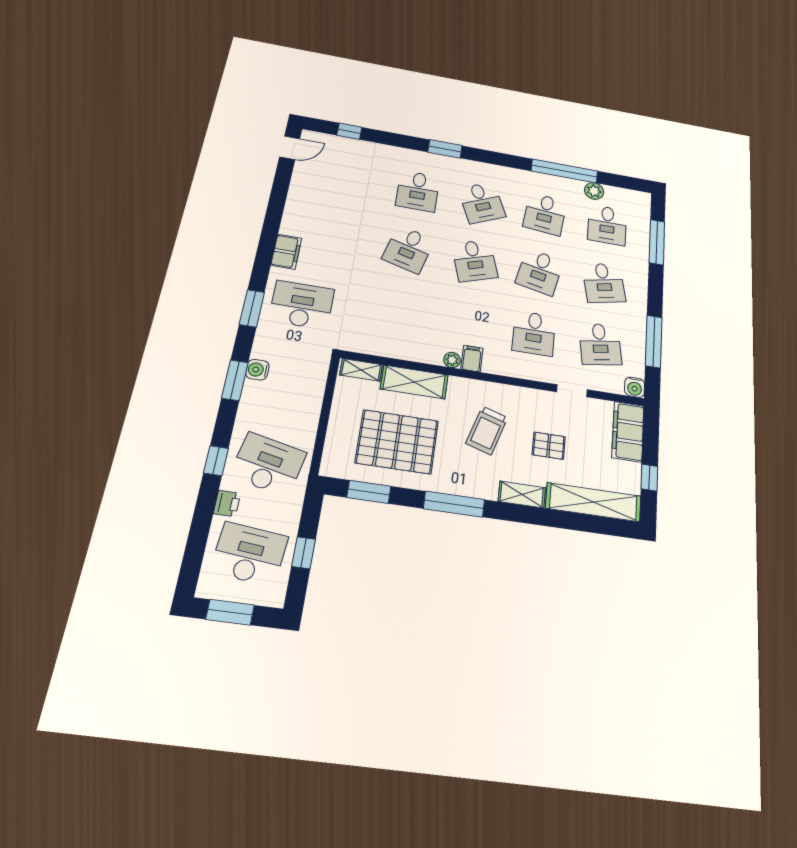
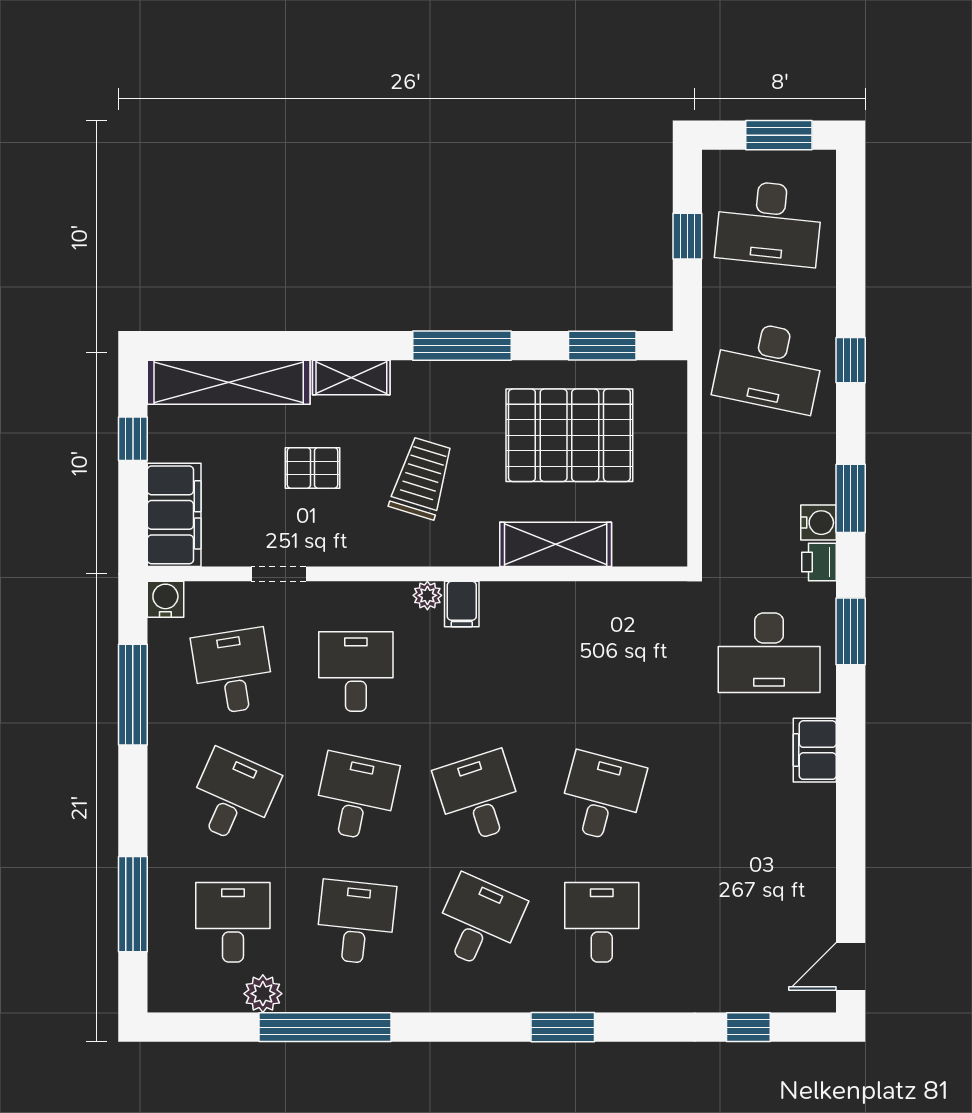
desk: (482, 203) -> (479, 922), turned 48
desk: (604, 283) -> (233, 797), turned 36
plant: (452, 360) -> (427, 595), moved
shelving: (361, 370) -> (648, 551), removed
printer: (227, 504) -> (819, 562), moved

